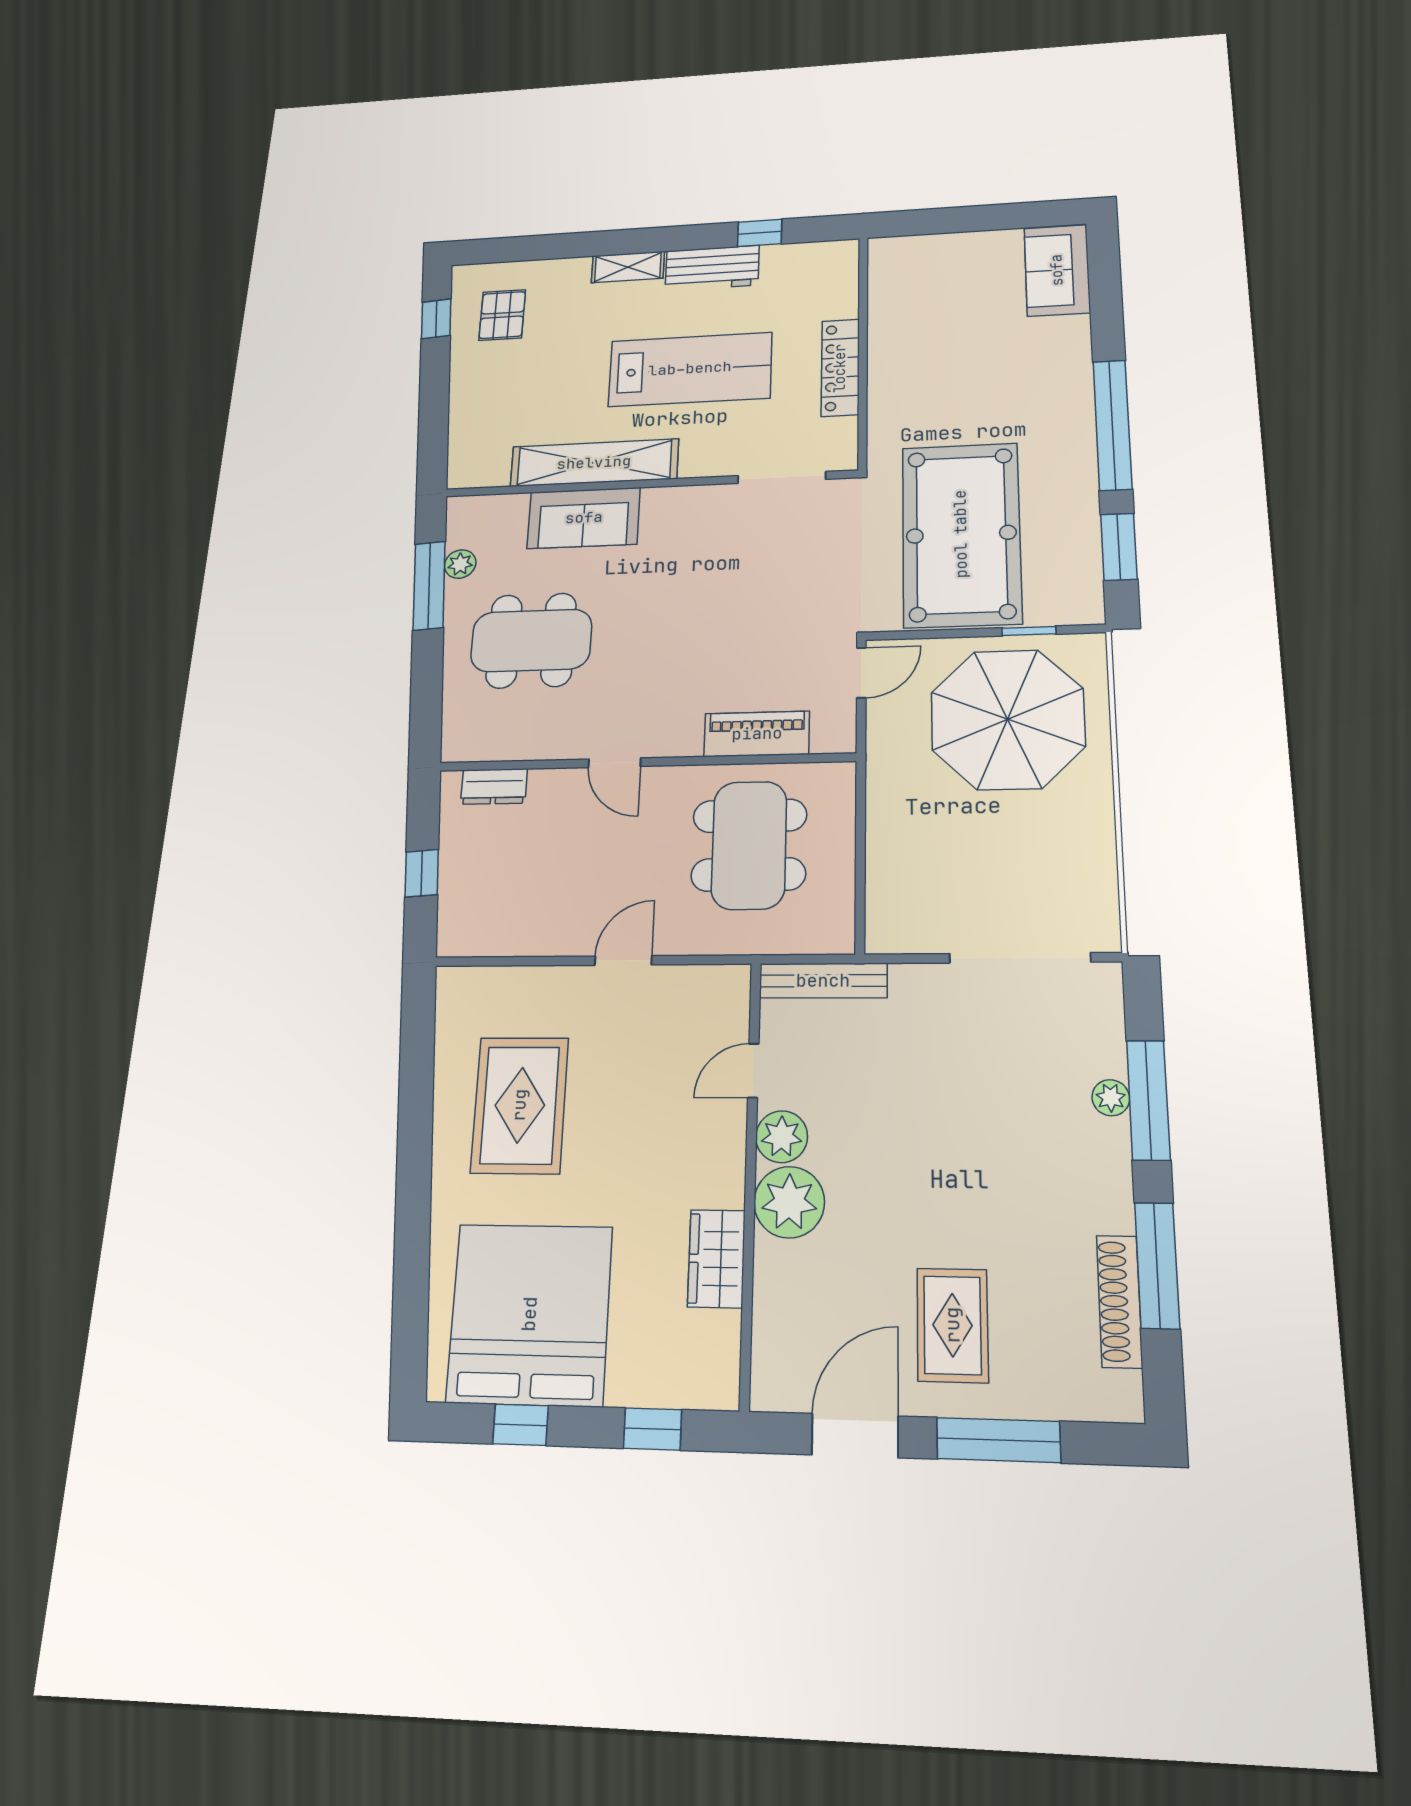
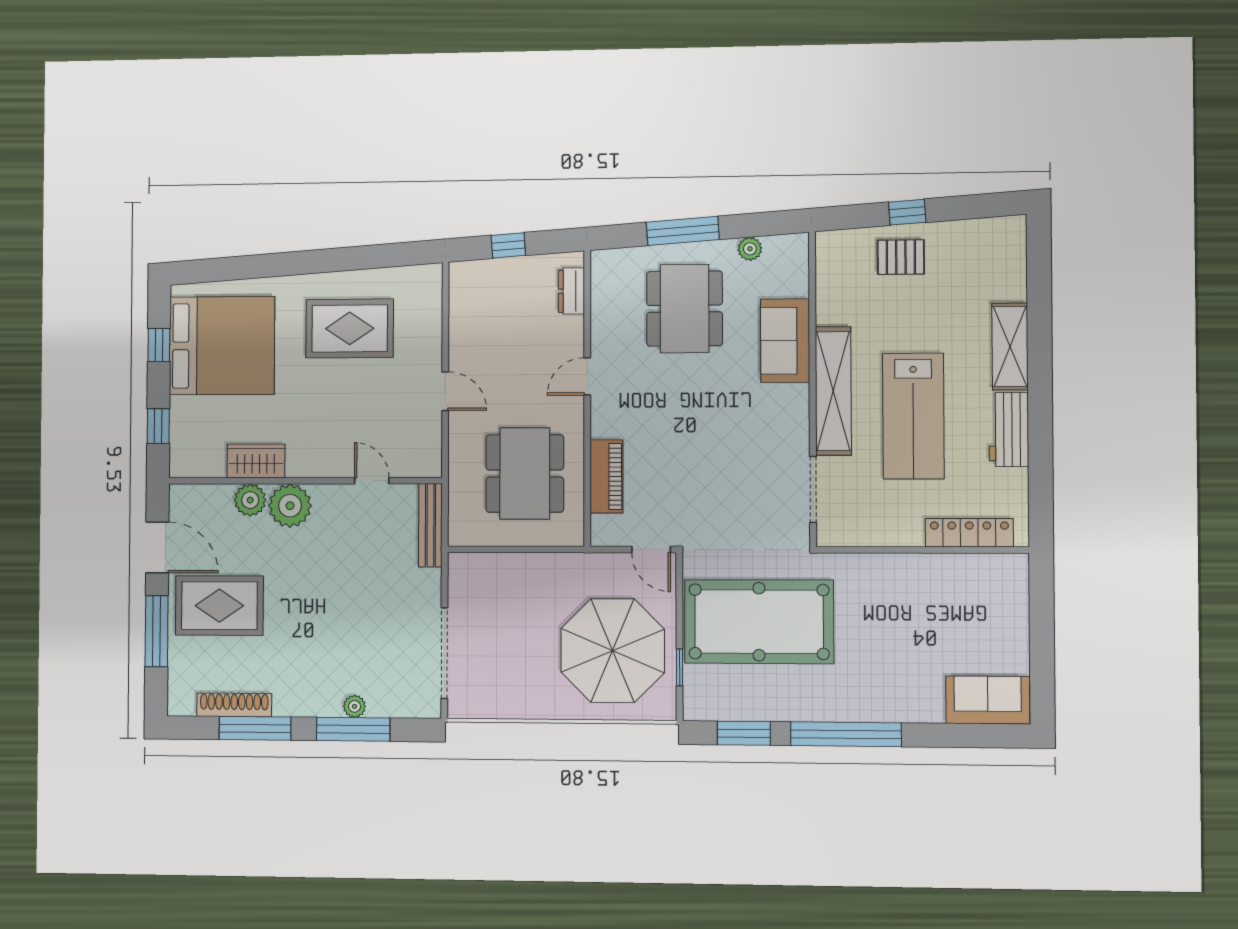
window: (760, 233) -> (1041, 467), removed
shelving: (628, 267) -> (1010, 347), width x1.50, depth x1.33
pallet: (502, 315) -> (901, 257), moved
window: (436, 319) -> (907, 212), moved
locker: (840, 368) -> (969, 533), moved
shelving: (594, 463) -> (833, 391), moved
window: (429, 586) -> (683, 231), moved
dining table: (749, 845) -> (525, 473), turned 90
plant: (782, 1137) -> (250, 500), moved
rug: (953, 1325) -> (219, 606), width x1.36, depth x1.43

